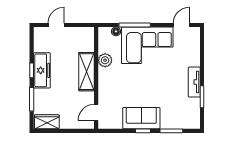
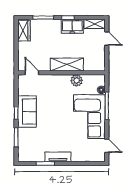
shelving: (39, 39) -> (95, 24), added
freezer: (42, 70) -> (72, 26), width x0.71

